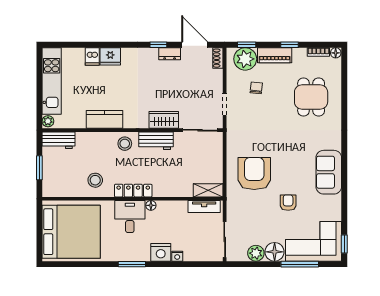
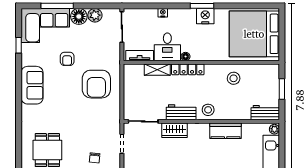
shelving: (208, 190) -> (157, 70), moved
locker: (133, 191) -> (188, 69), moved
desk: (130, 217) -> (167, 47), moved
window: (344, 244) -> (19, 45), moved
nightstand: (161, 252) -> (205, 16), moved

